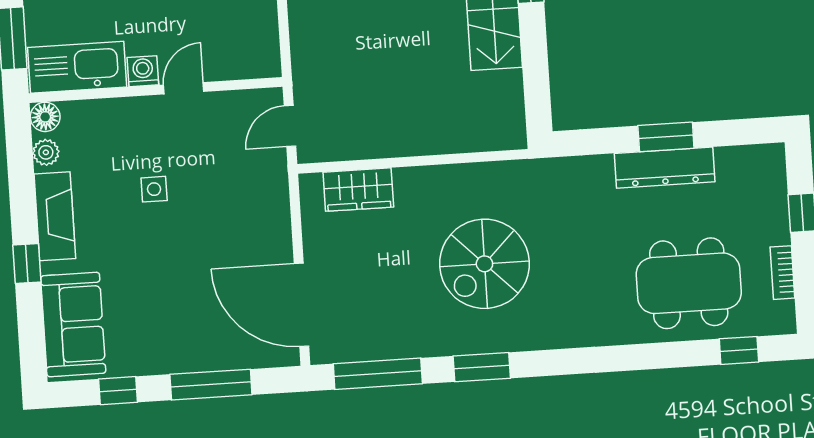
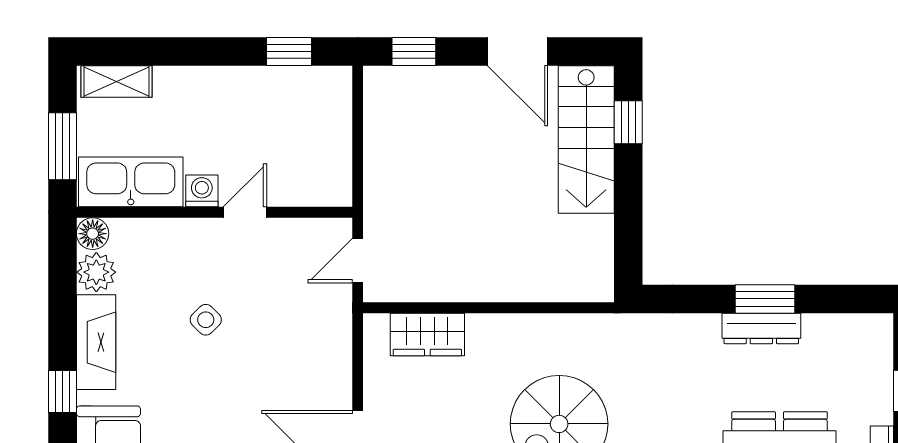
plant: (46, 152) -> (96, 272), width x1.38, depth x1.38
dresser: (665, 168) -> (761, 328), width x0.73, depth x0.80
side table: (154, 189) -> (206, 320), turned 45

